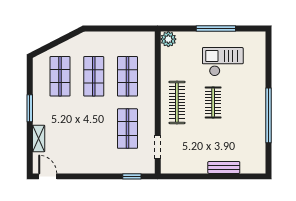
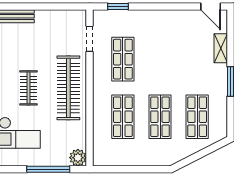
window: (216, 29) -> (48, 169), moved
clothes rail: (177, 102) -> (68, 88), width x1.37, depth x1.31

